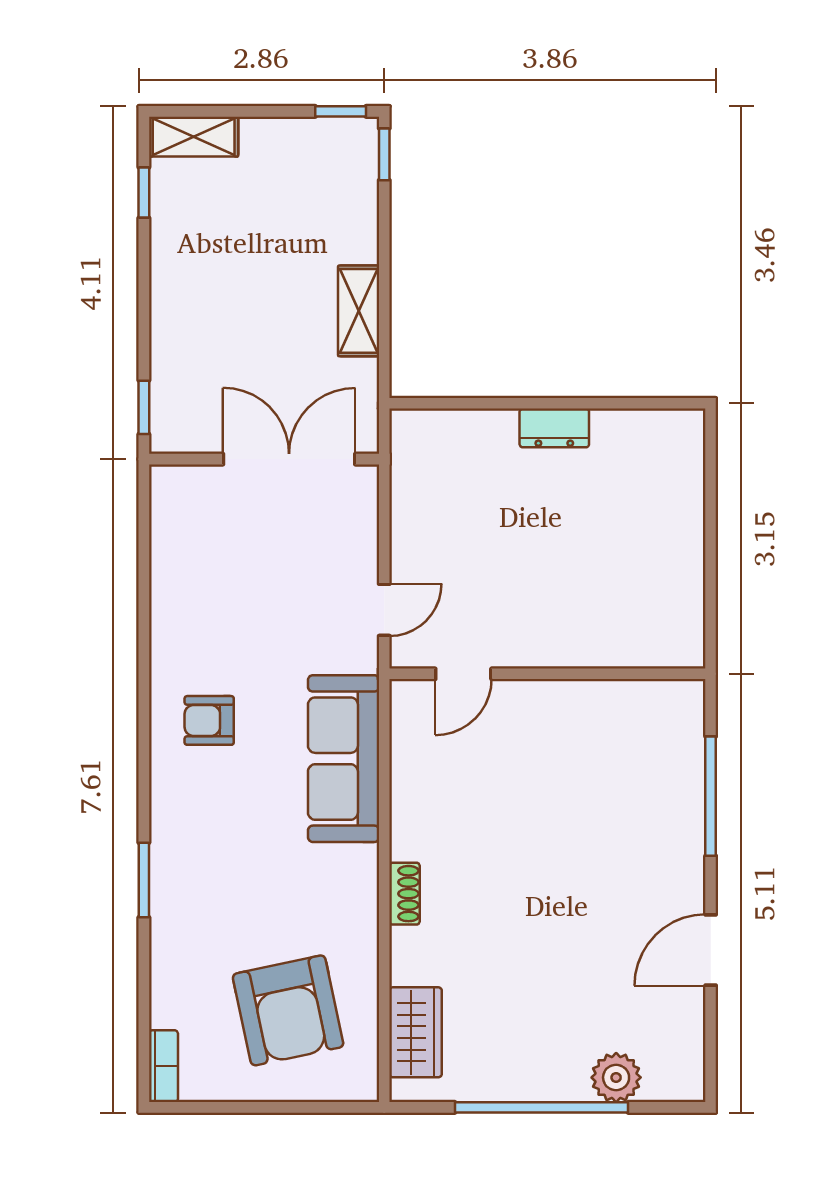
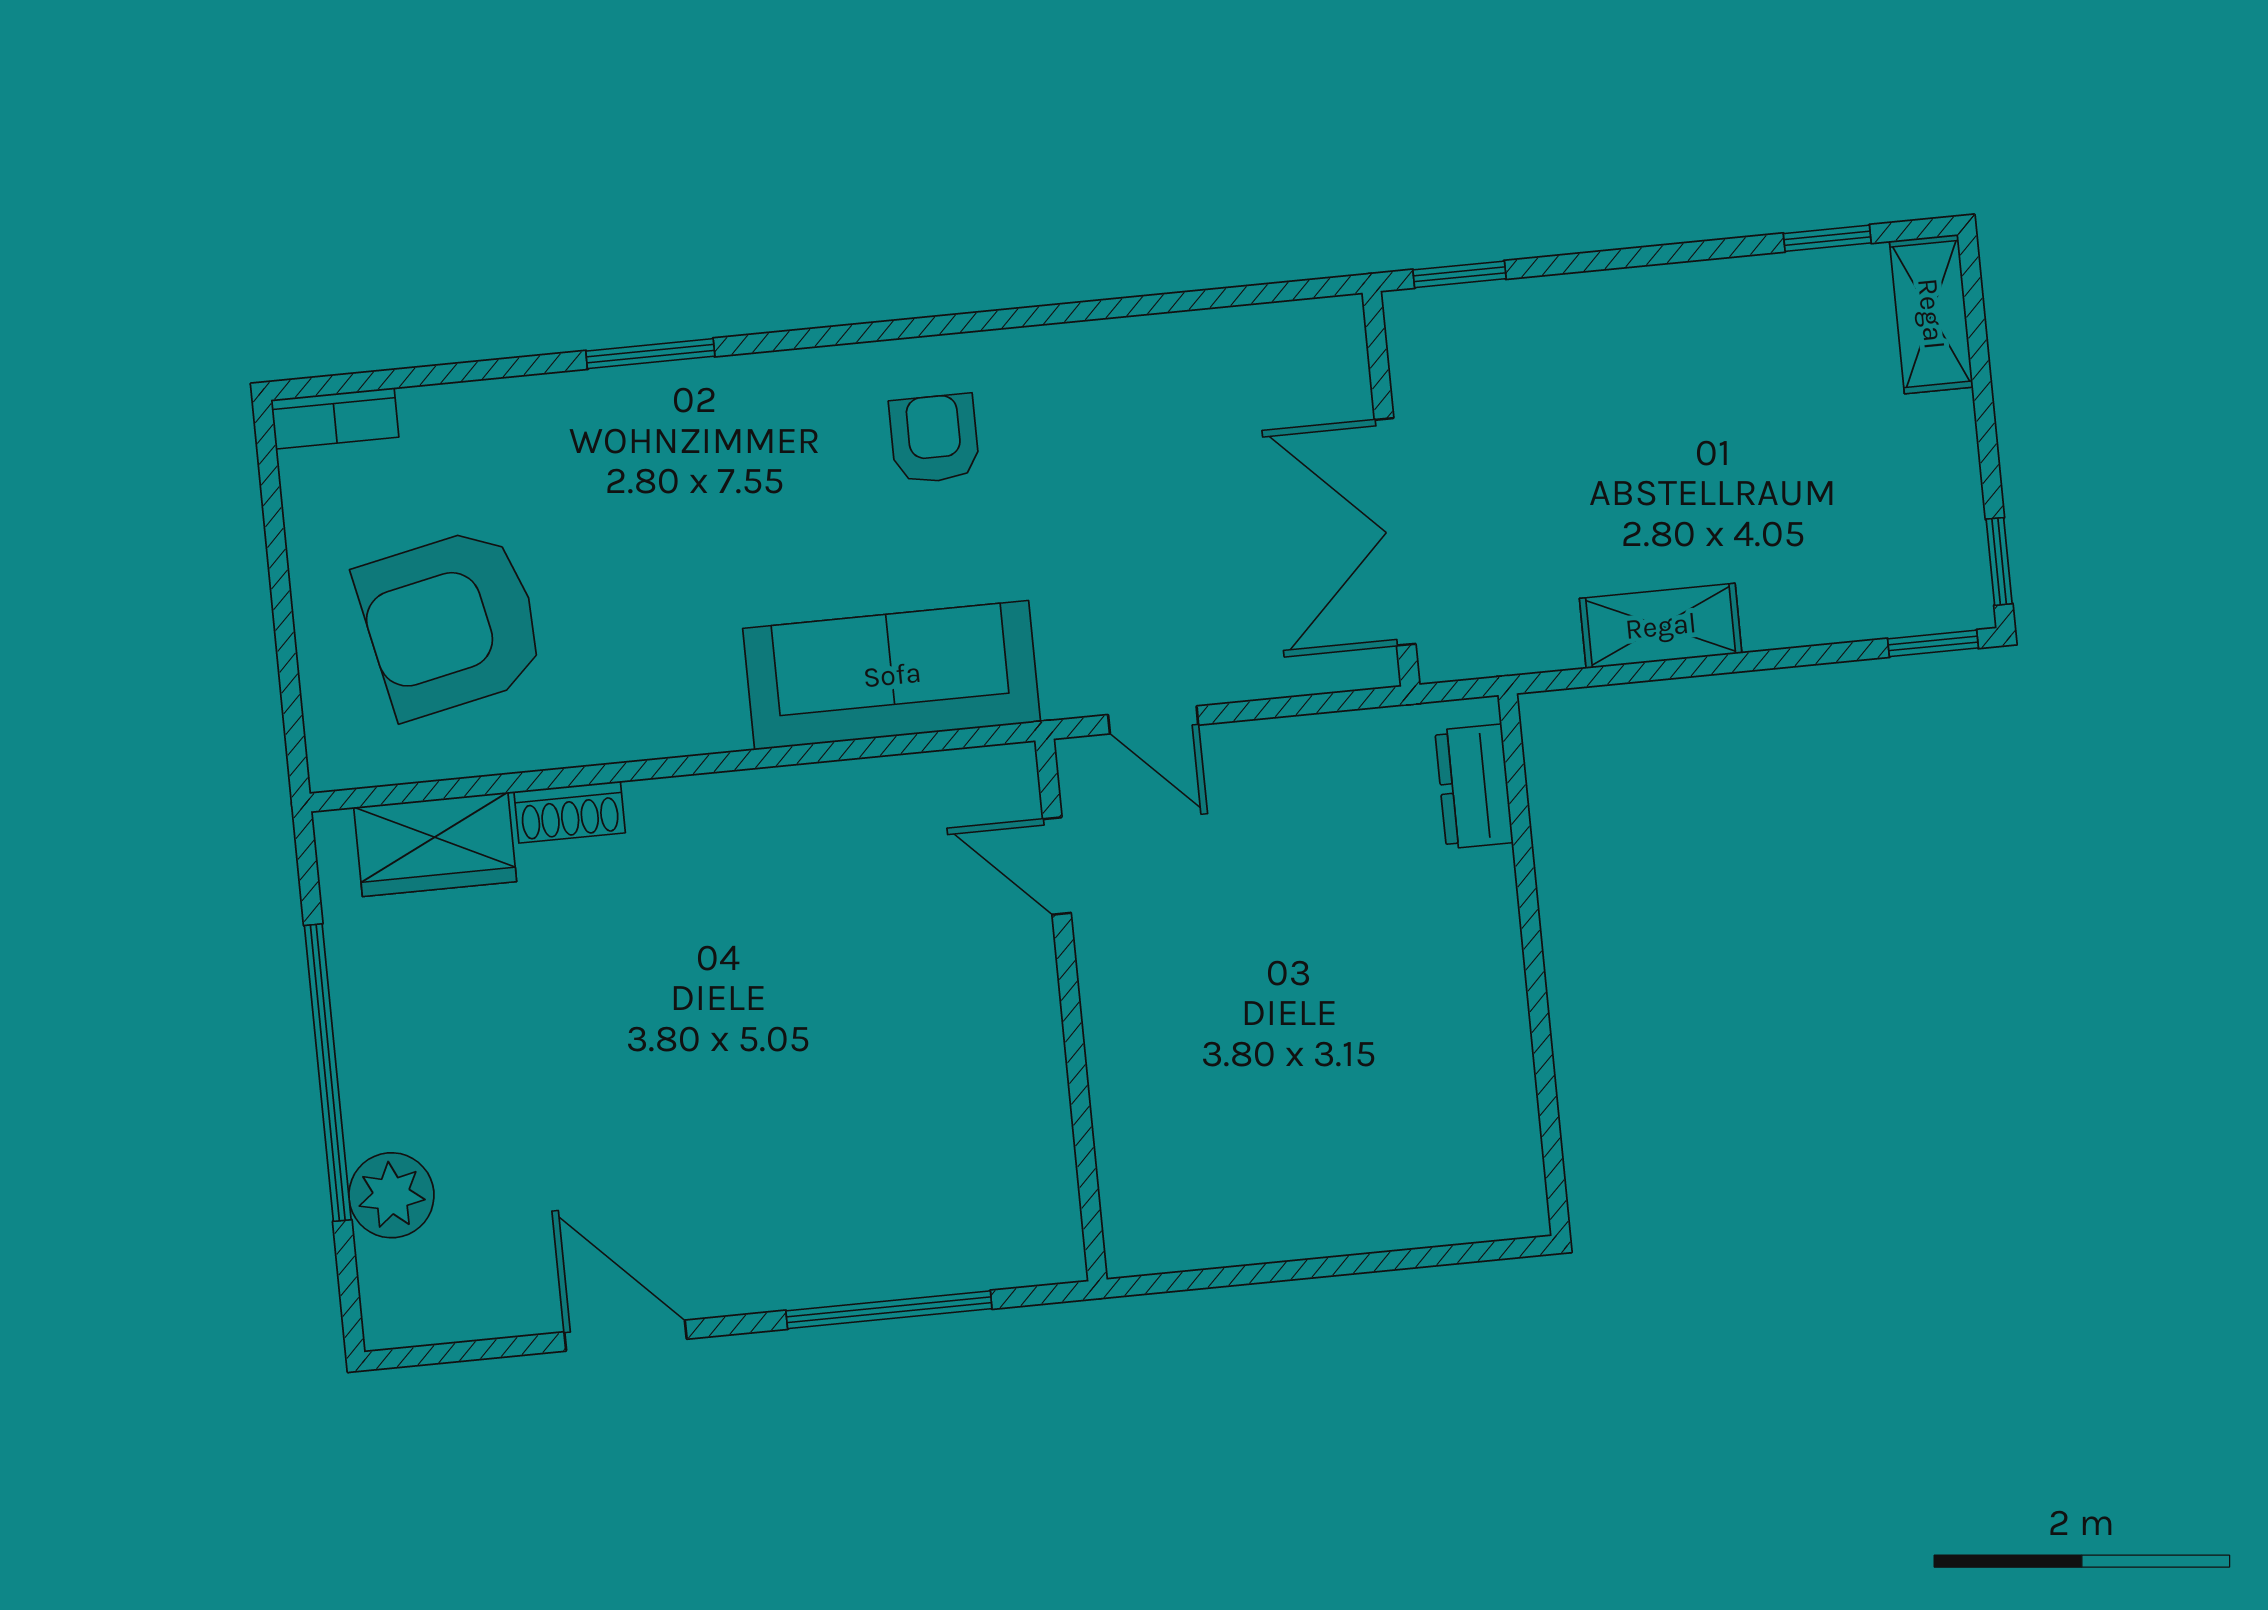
dresser: (554, 428) -> (1474, 786), moved
double door: (289, 459) -> (1395, 532), swing flipped
shoe rack: (405, 894) -> (570, 812), moved

